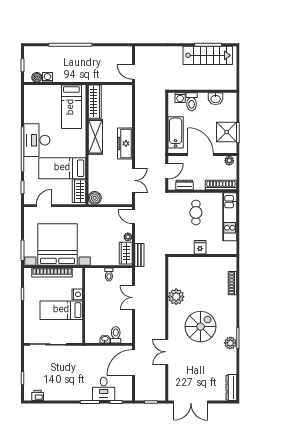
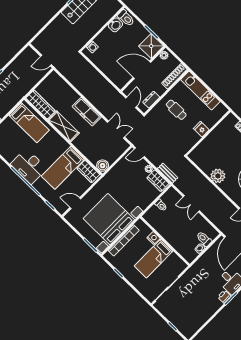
toilet: (192, 102) -> (126, 18), moved
bathtub: (176, 132) -> (112, 72), removed
shower: (227, 132) -> (151, 46), moved
door: (44, 206) -> (75, 203), hinge flipped
printer: (38, 395) -> (224, 297), moved

